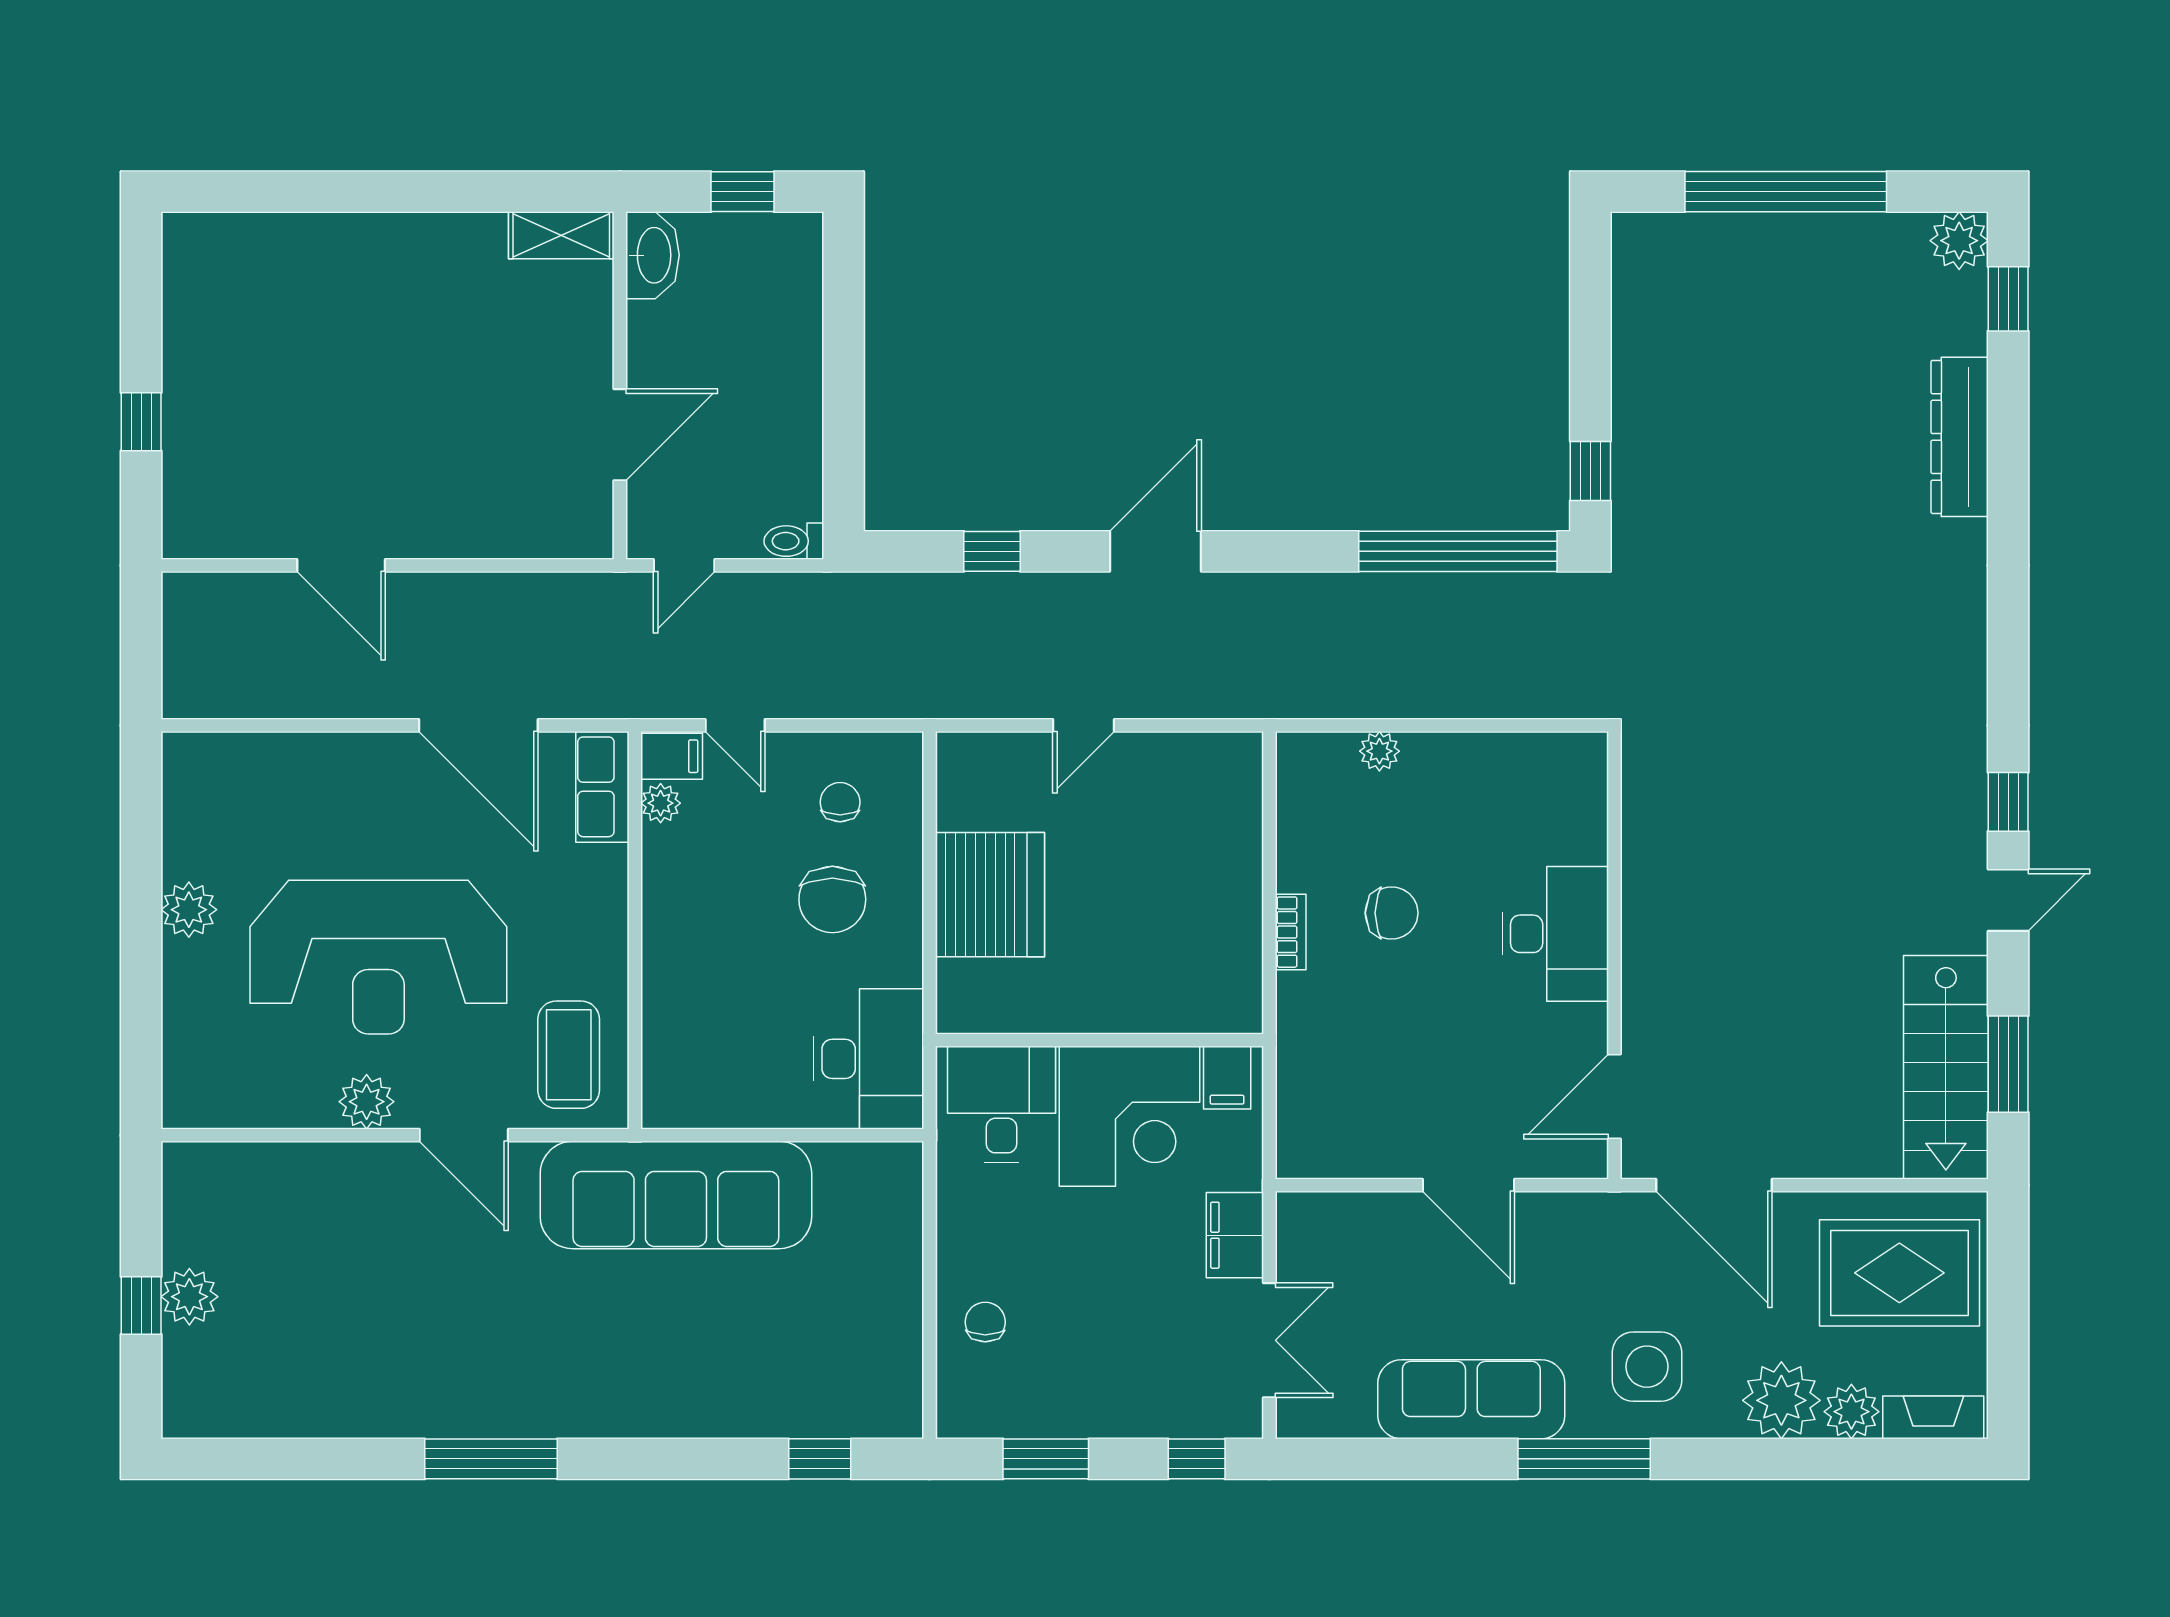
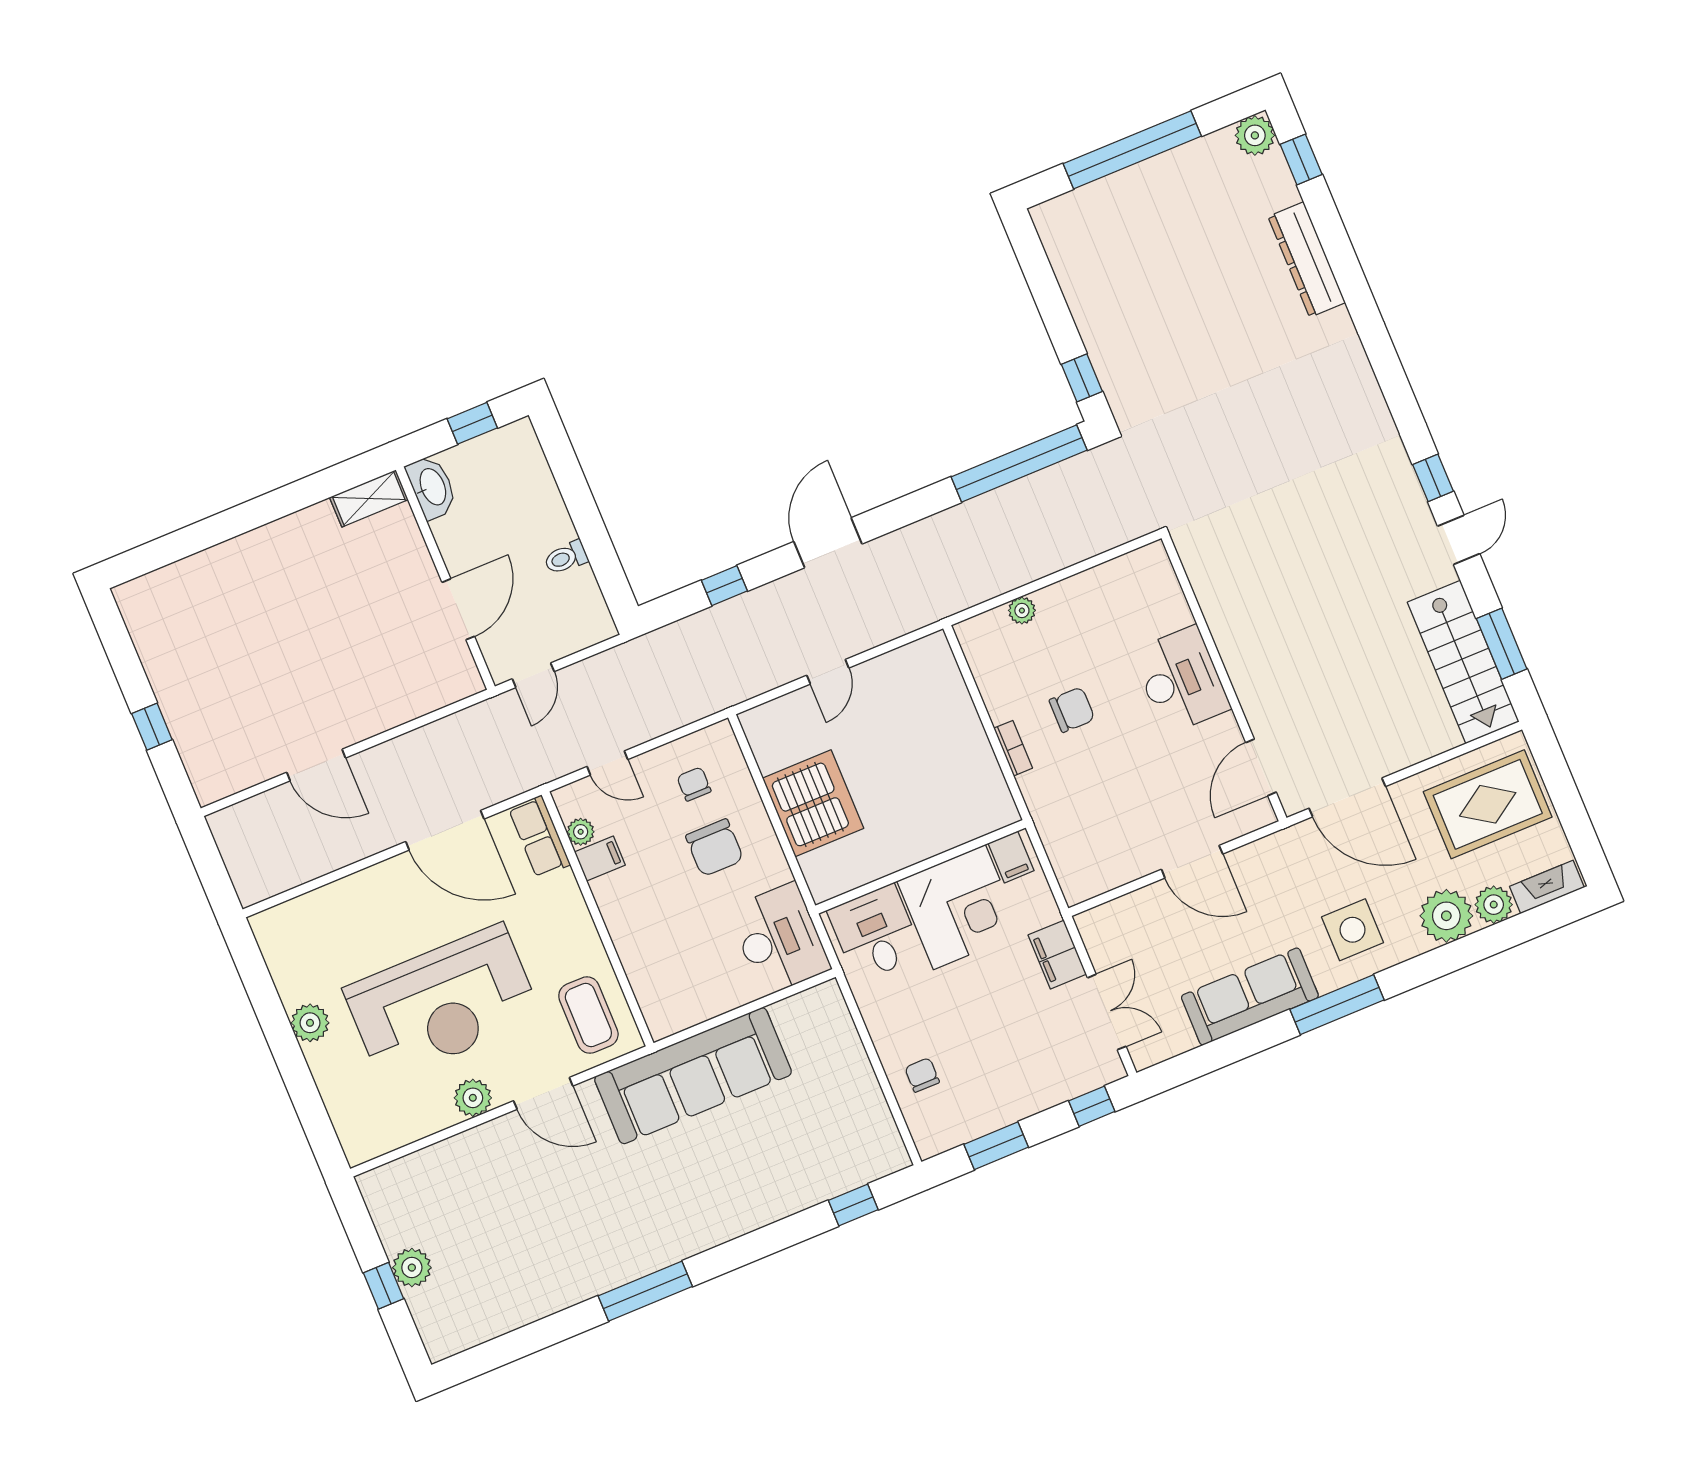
toilet: (794, 541) -> (566, 558), moved
filing cabinet: (672, 756) -> (600, 859), moved

